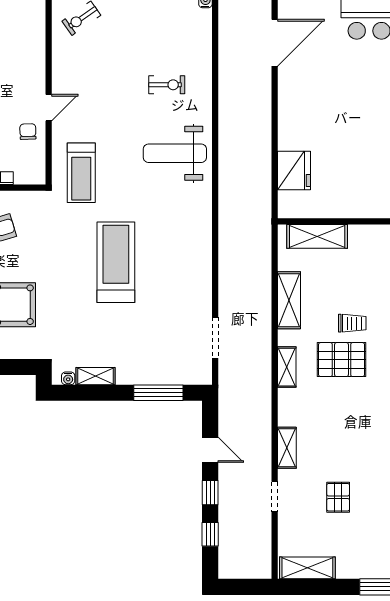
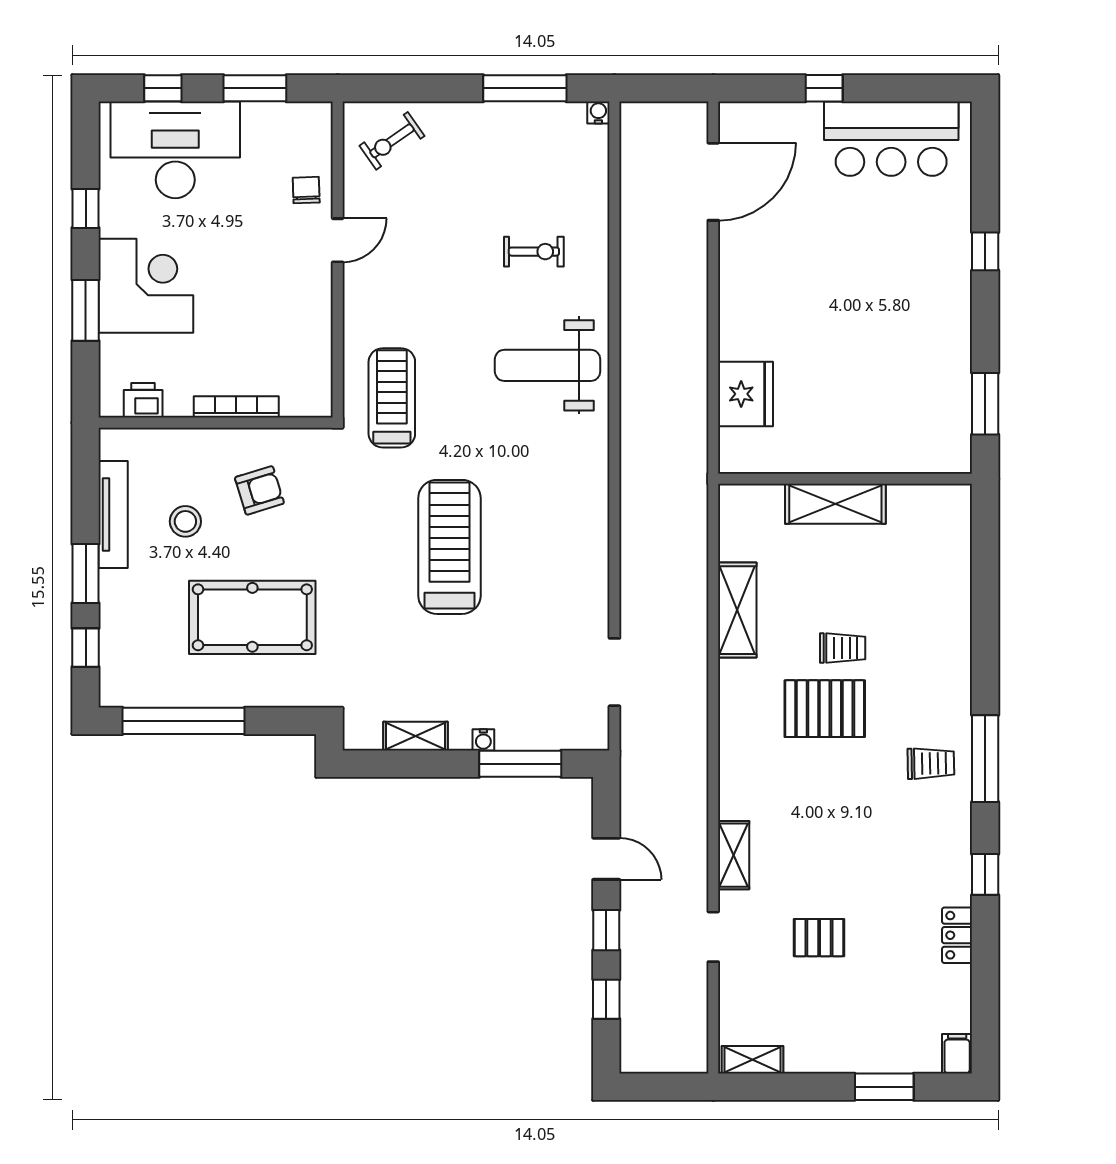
door: (49, 108) -> (338, 240), moved
chair: (28, 132) -> (306, 190), moved
treadmill: (81, 173) -> (392, 398), turned 180
shelving: (317, 236) -> (835, 504), moved
shelving: (287, 367) -> (733, 721), removed
water cooler: (68, 378) -> (483, 740), moved
pallet: (338, 497) -> (819, 938), turned 90
shelving: (307, 568) -> (752, 1060), width x0.67, depth x0.75

